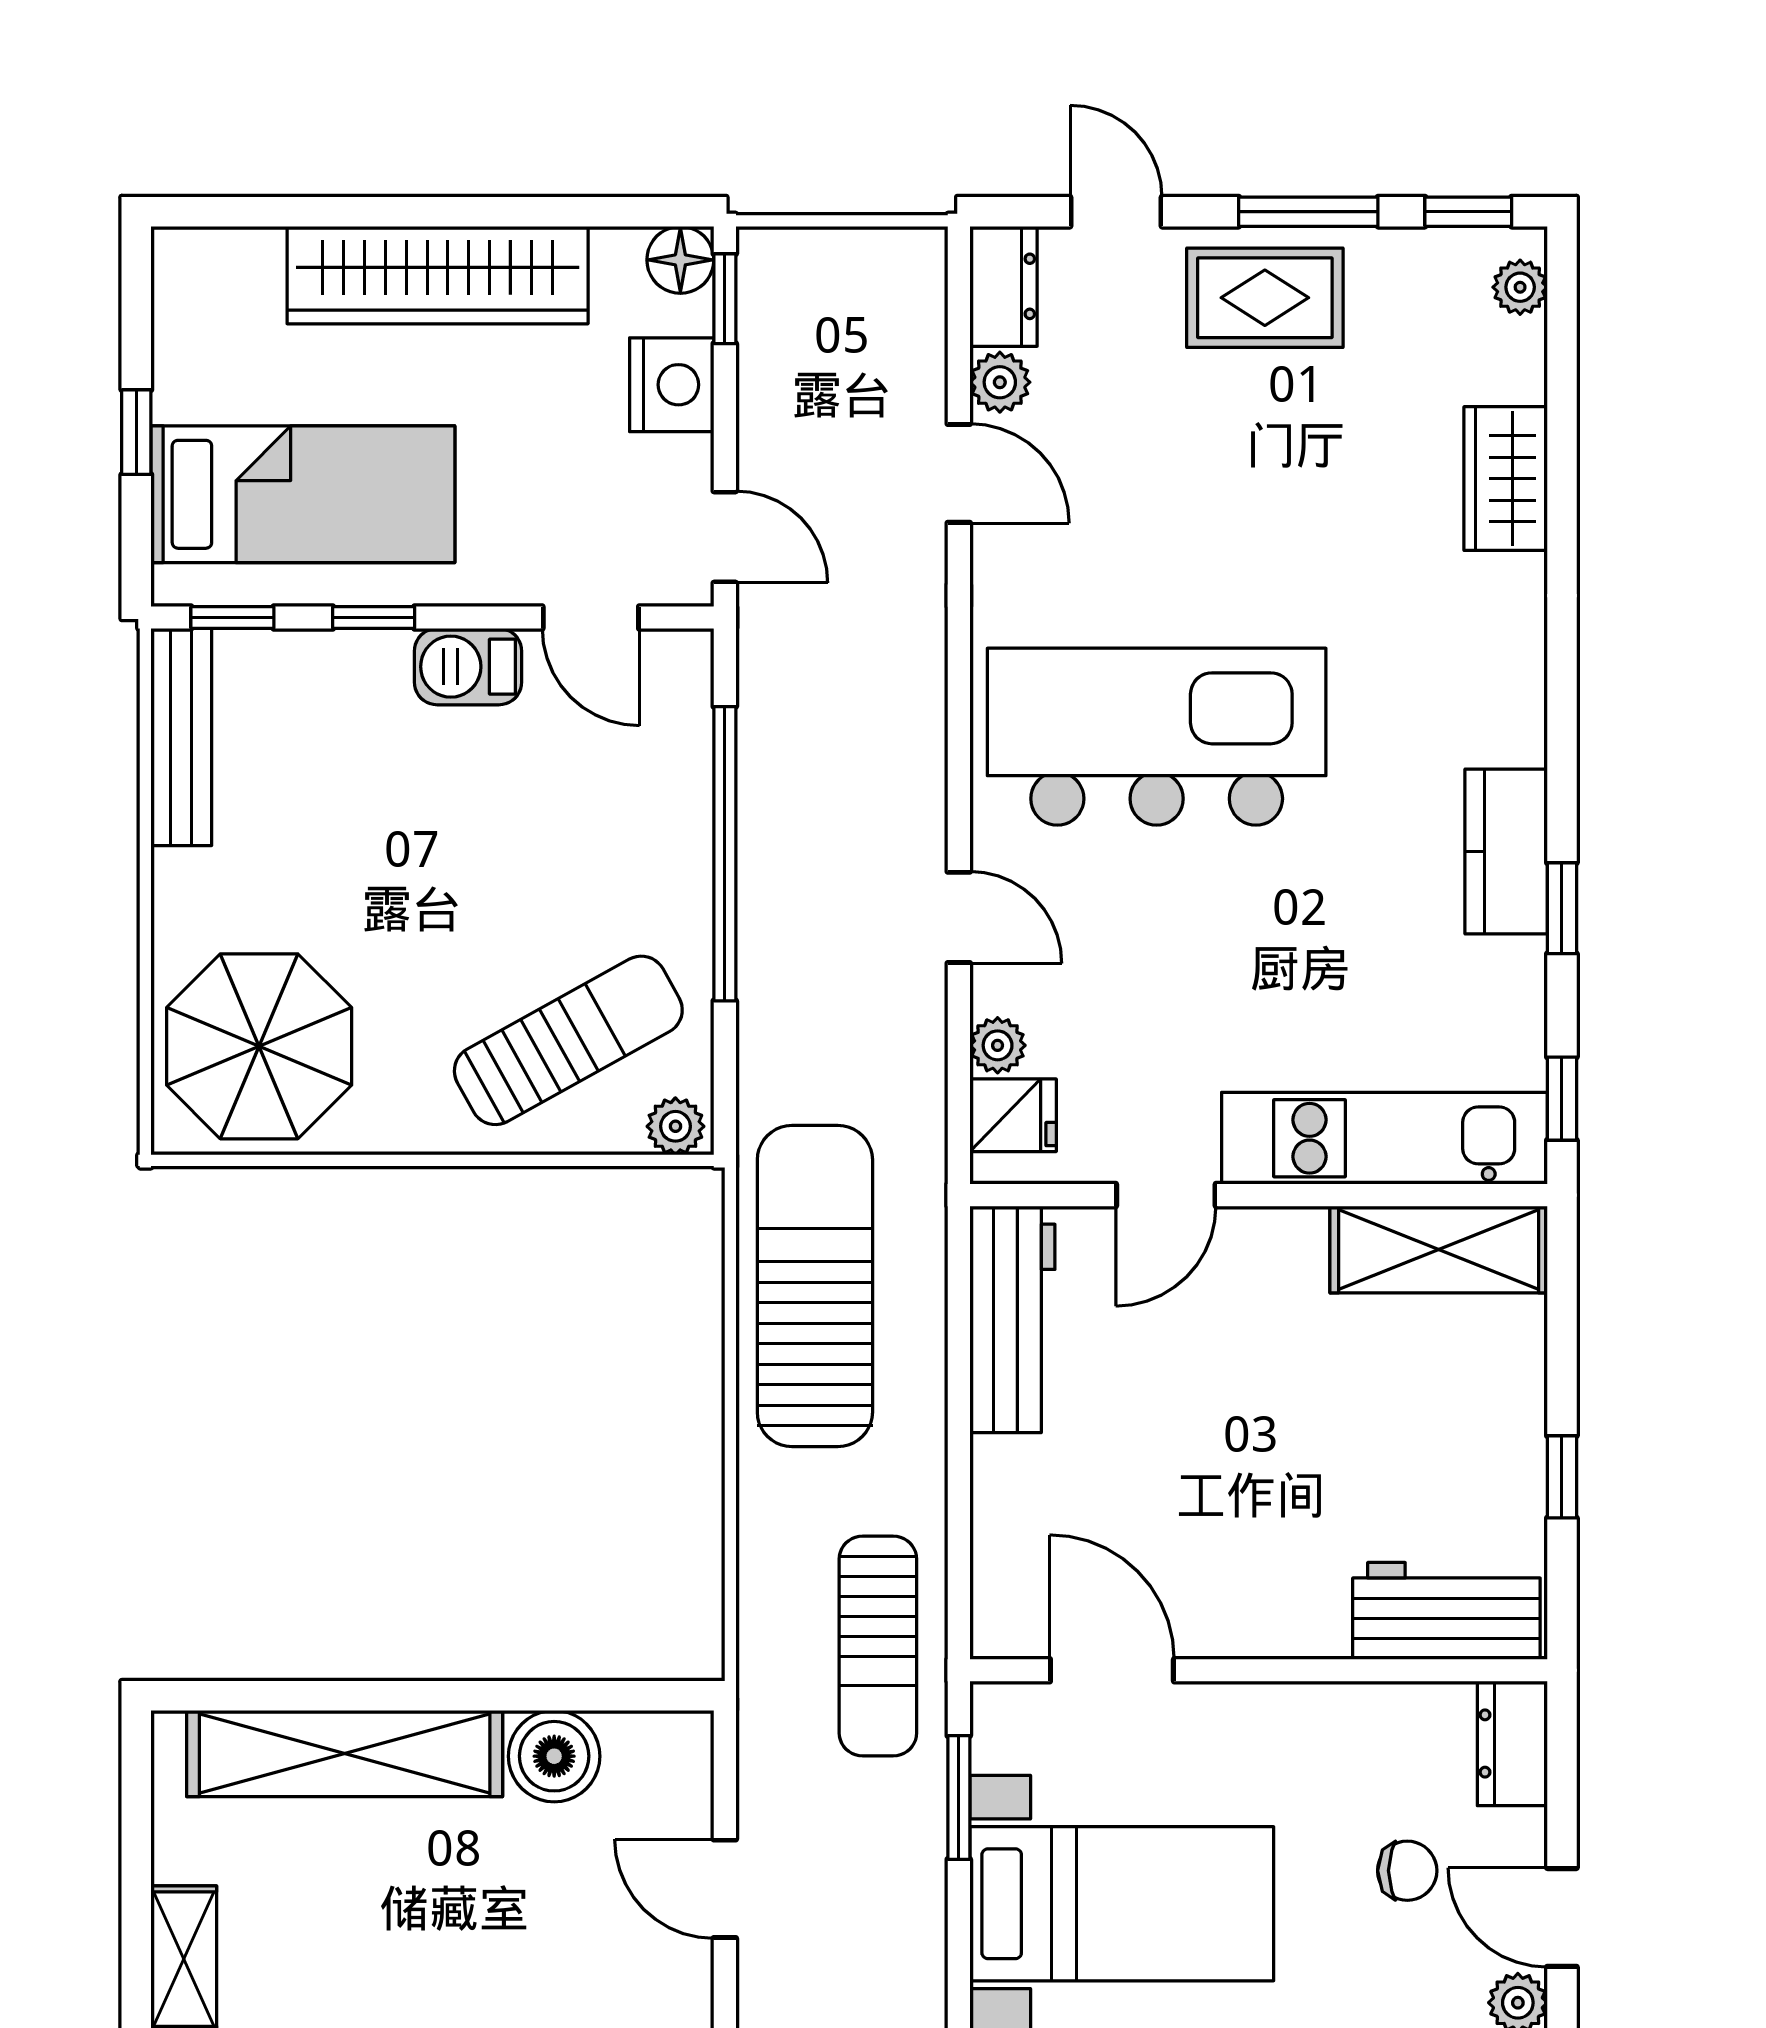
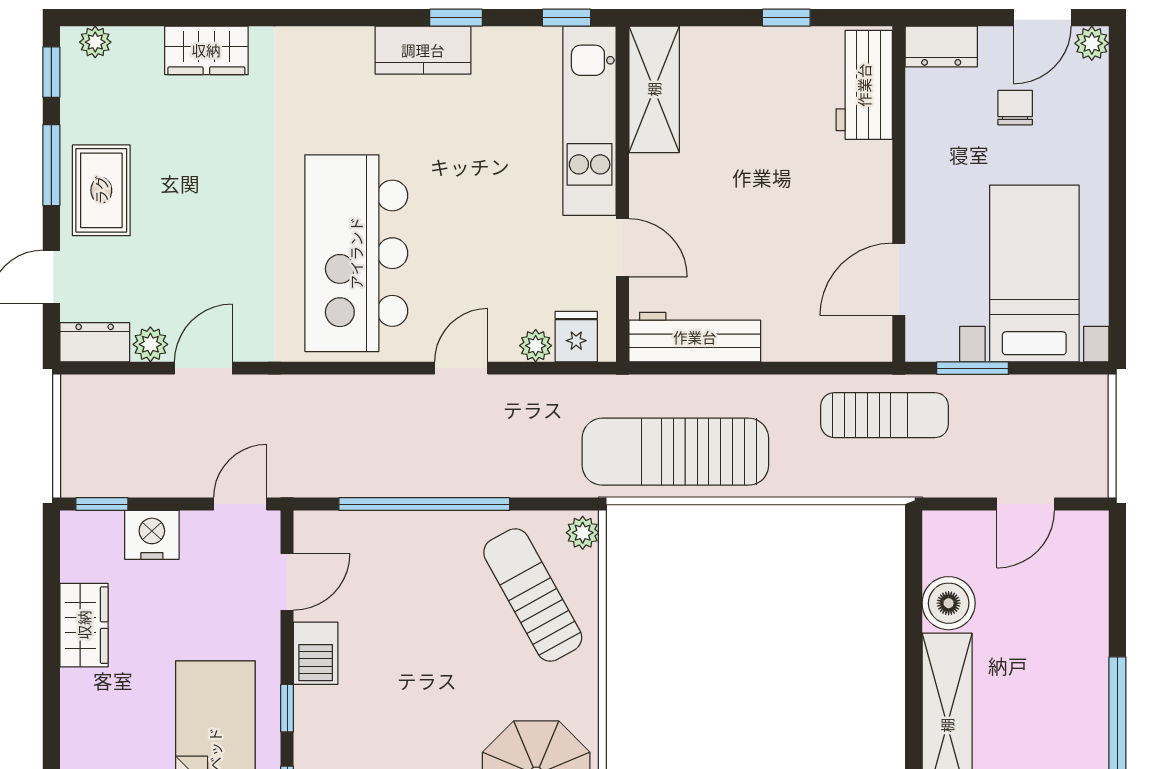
floor lamp: (680, 260) -> (79, 530), removed
wardrobe: (438, 275) -> (84, 625), width x0.48, depth x0.85

